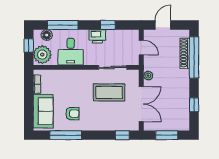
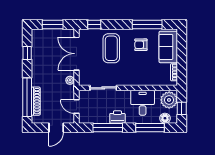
window: (108, 25) -> (108, 128), width x2.17
coffee table: (109, 92) -> (111, 48), moved, turned 90

